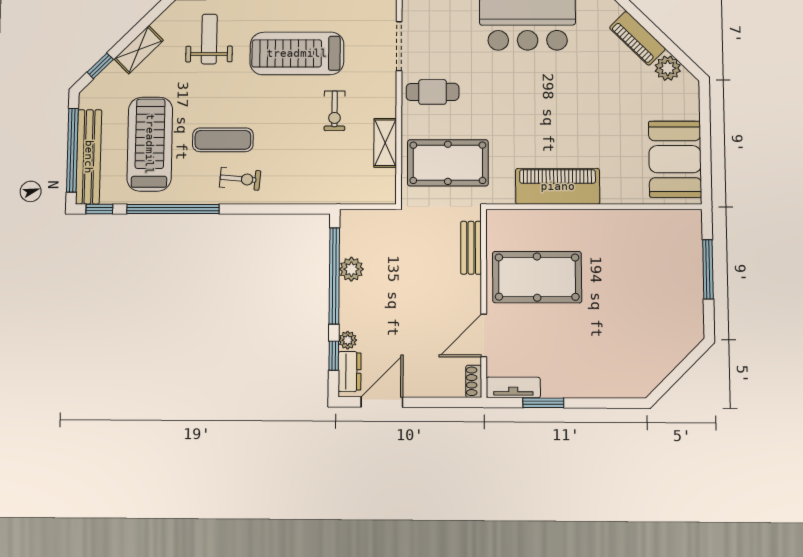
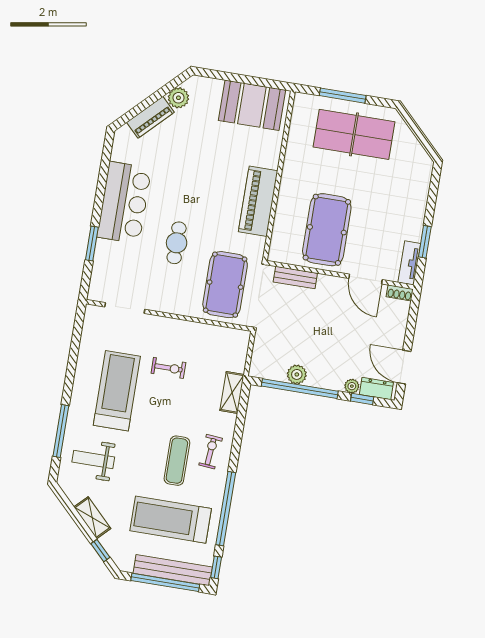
treadmill: (297, 53) -> (117, 391), turned 180
cafe table: (433, 92) -> (177, 243), moved
shelving: (385, 143) -> (232, 393), moved, turned 90
table tennis table: (662, 292) -> (354, 134), added

